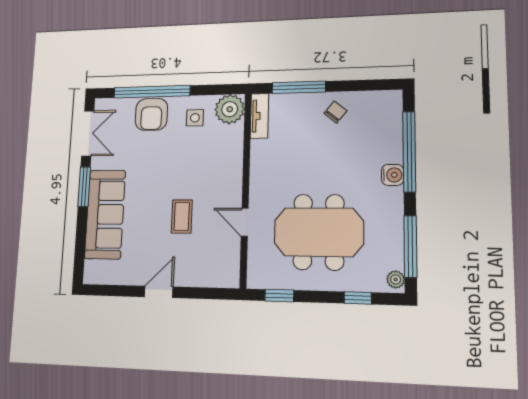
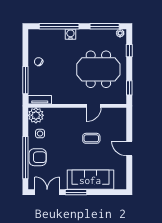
meeting table: (319, 232) -> (98, 69), turned 90

